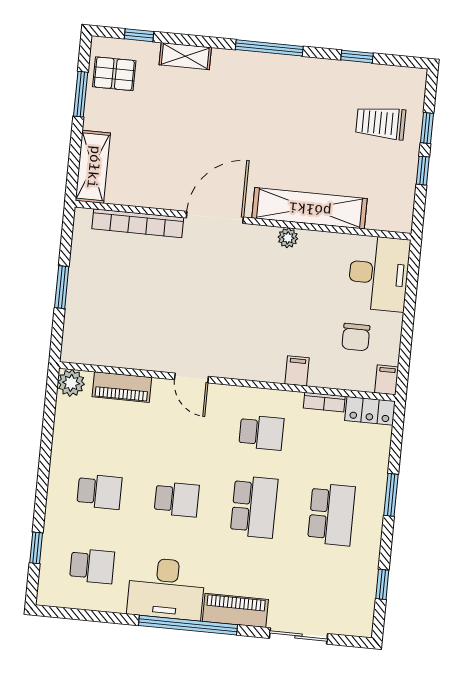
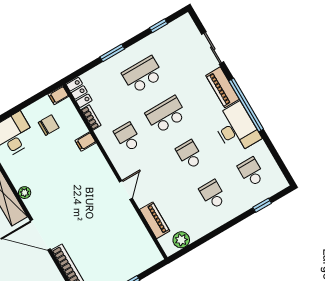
plant: (71, 383) -> (181, 240), moved

